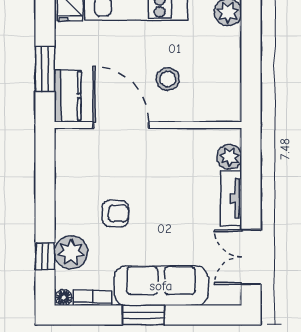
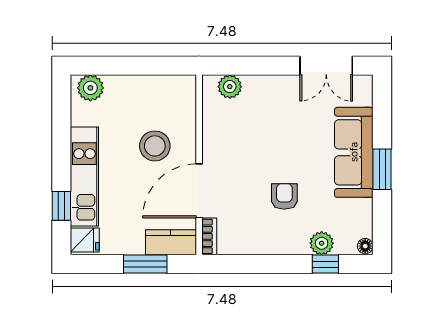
stool: (168, 79) -> (155, 146), width x1.38, depth x1.38
tv unit: (231, 199) -> (270, 85), removed
plant: (71, 252) -> (322, 243), width x0.73, depth x0.73
bookcase: (93, 298) -> (209, 236), moved, turned 180

